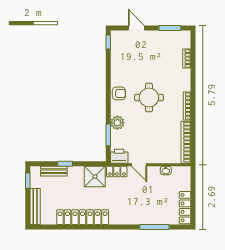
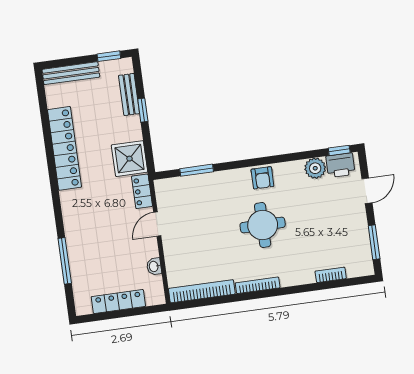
plant: (117, 123) -> (315, 168), moved
printer: (119, 156) -> (340, 165), moved, turned 90
locker: (185, 208) -> (118, 302), moved

